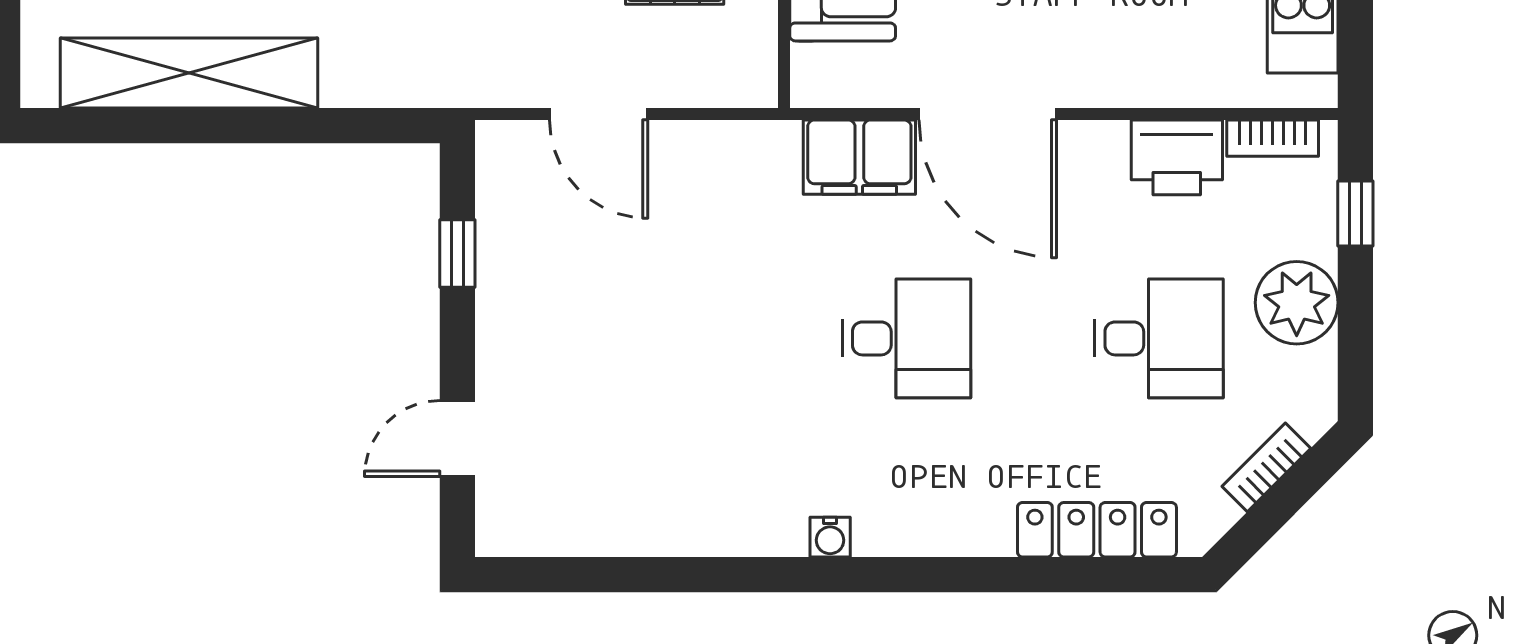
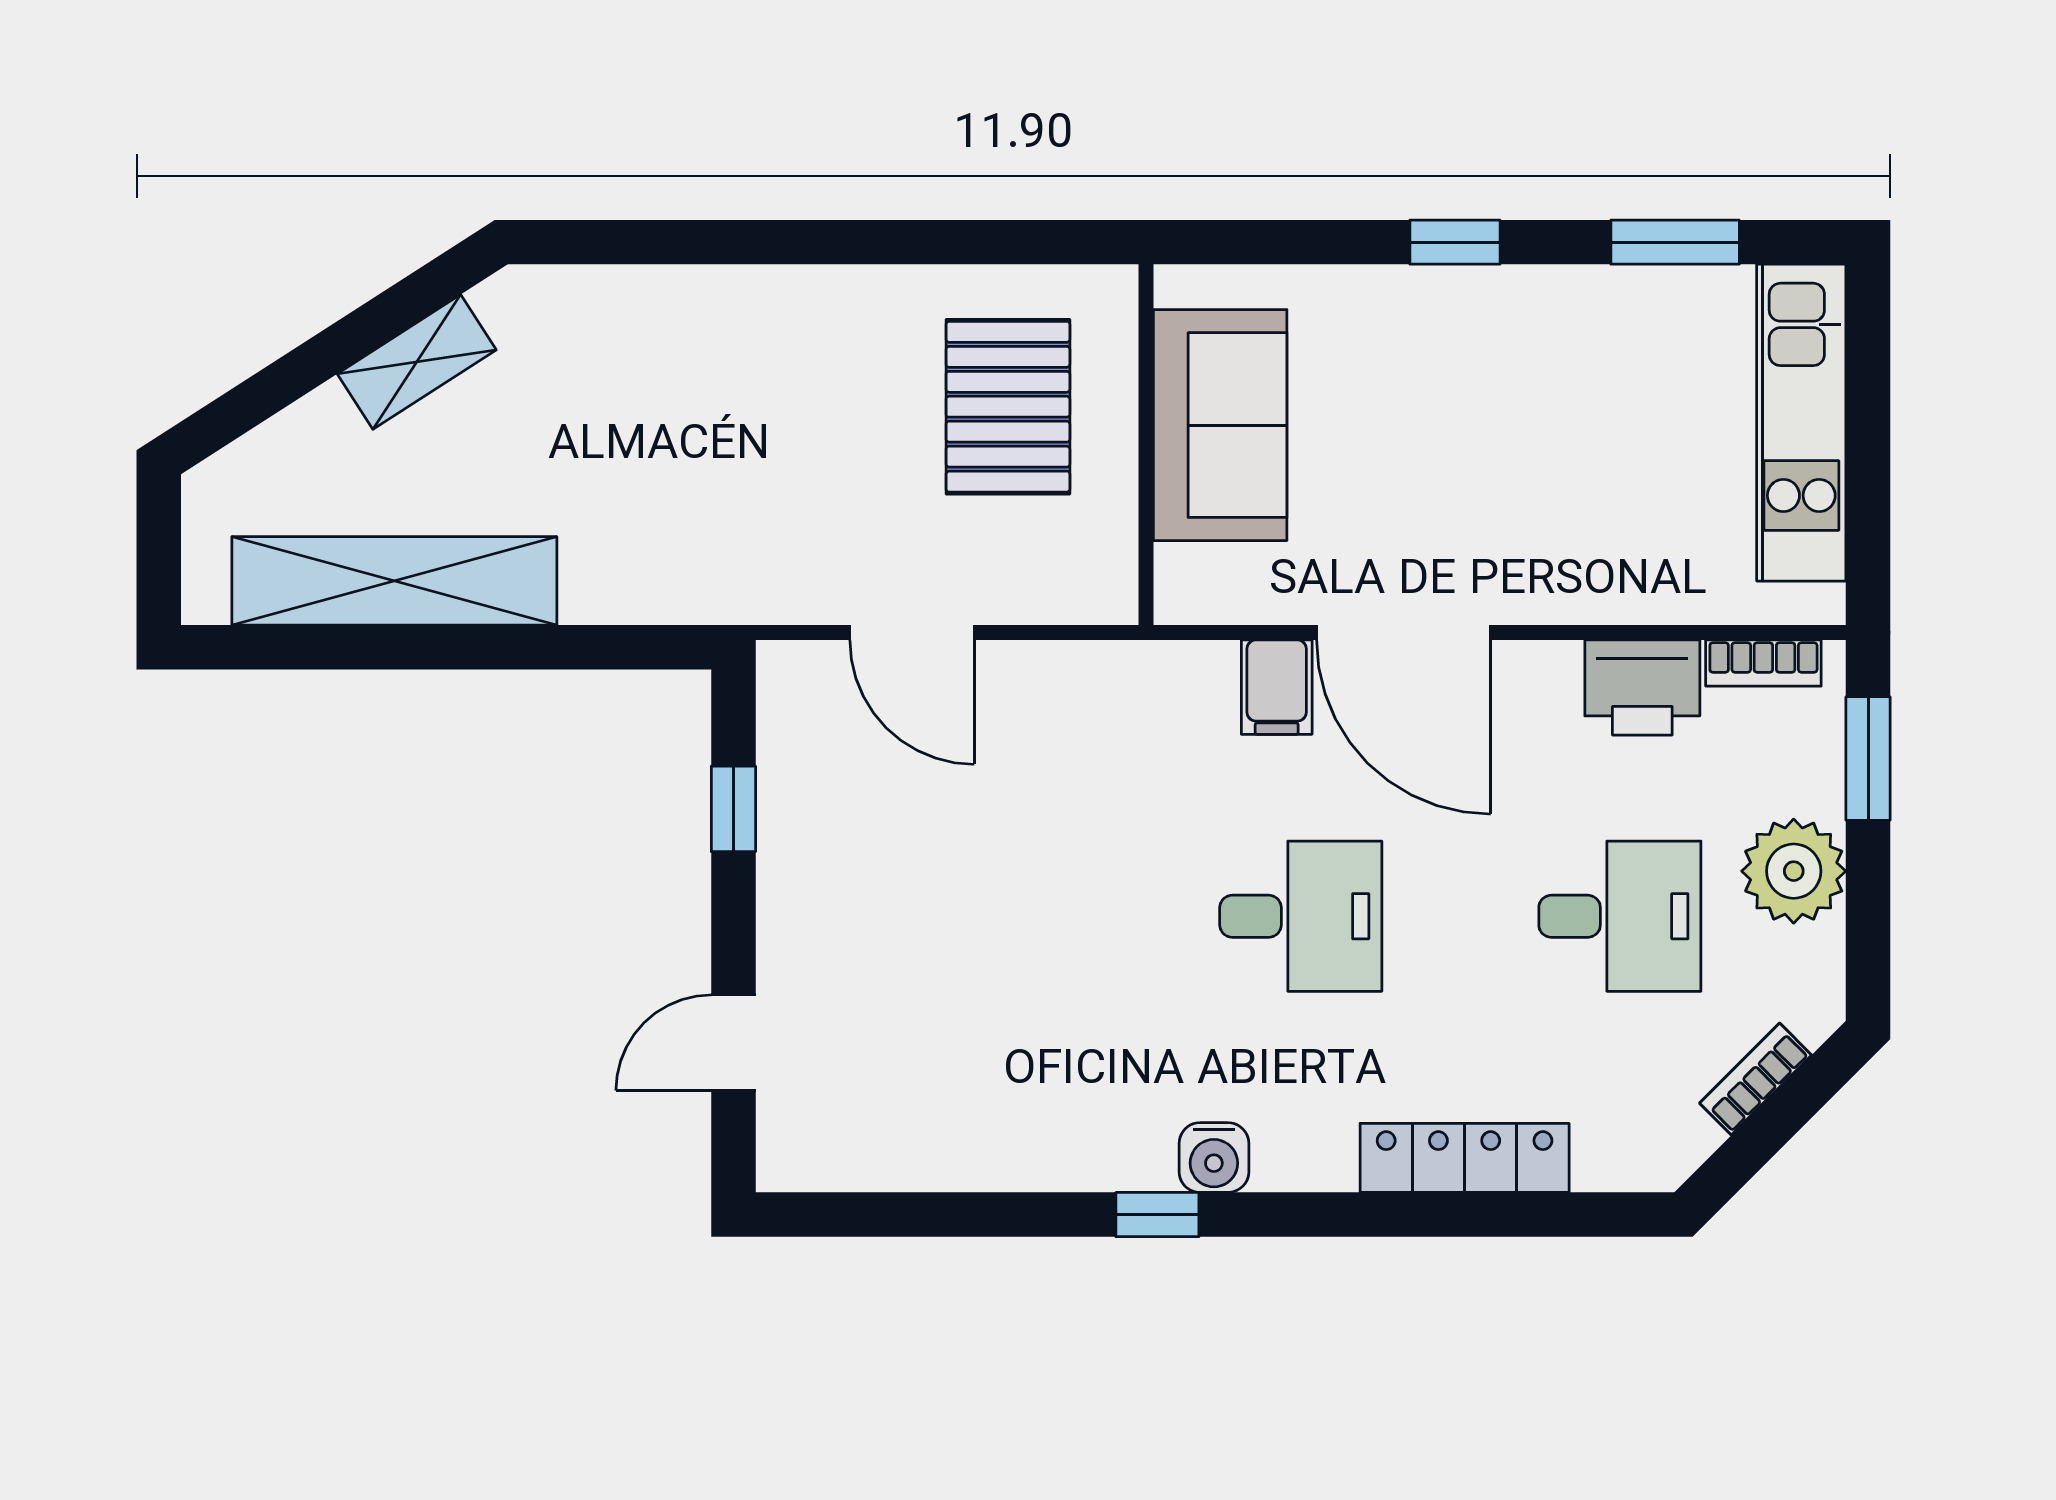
filing cabinet: (859, 157) -> (1277, 687), width x0.50
window: (1355, 214) -> (1868, 759), width x1.50
locker: (1097, 530) -> (1465, 1158), moved
water cooler: (830, 537) -> (1214, 1158), width x1.38, depth x1.38
window: (793, 575) -> (1157, 1215), added

